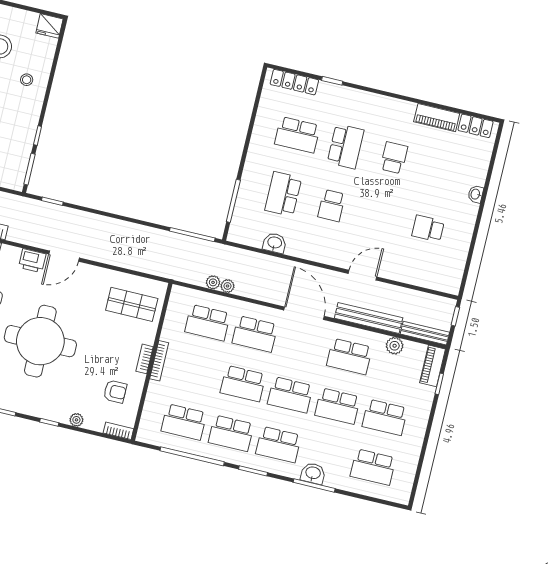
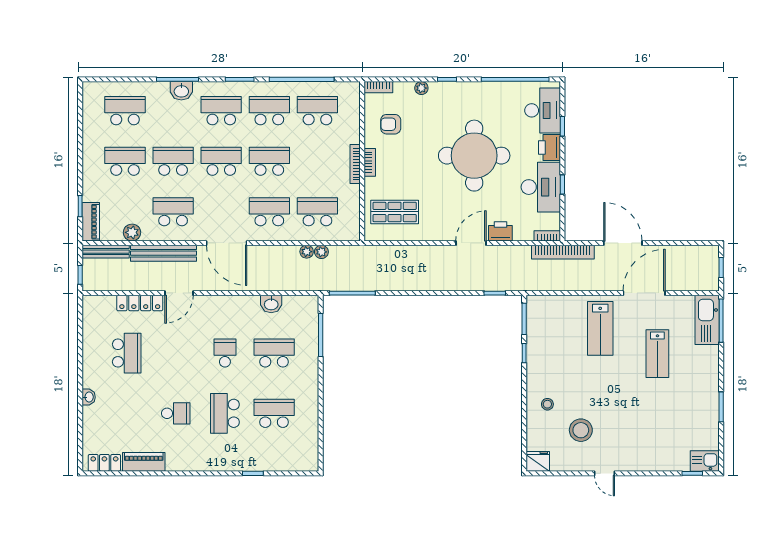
locker: (294, 82) -> (140, 303), moved, turned 180
school desk: (394, 158) -> (176, 413), turned -90
school desk: (283, 194) -> (274, 353), turned -90
school desk: (428, 229) -> (127, 353), width x1.85

